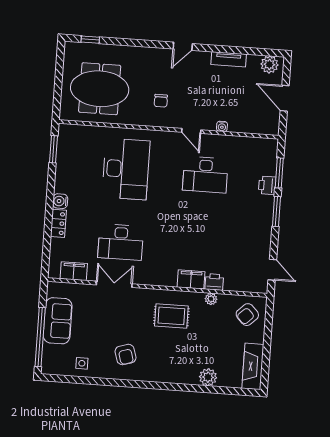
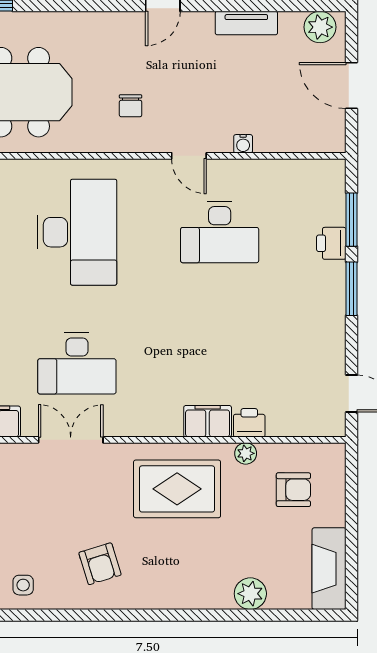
armchair: (247, 315) -> (293, 490), moved, turned -136
rug: (171, 316) -> (177, 489), width x1.36, depth x1.43

